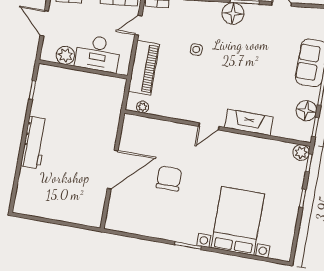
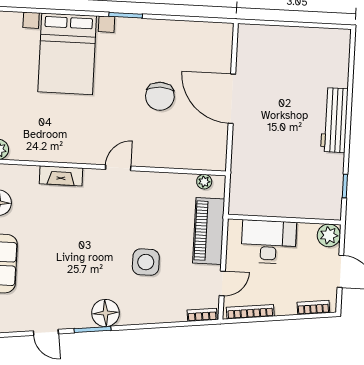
side table: (196, 50) -> (146, 262), width x1.87, depth x1.87
plant: (65, 55) -> (329, 235), moved
fireplace: (249, 122) -> (61, 176), width x0.73, depth x0.76
door: (113, 169) -> (232, 99), hinge flipped

